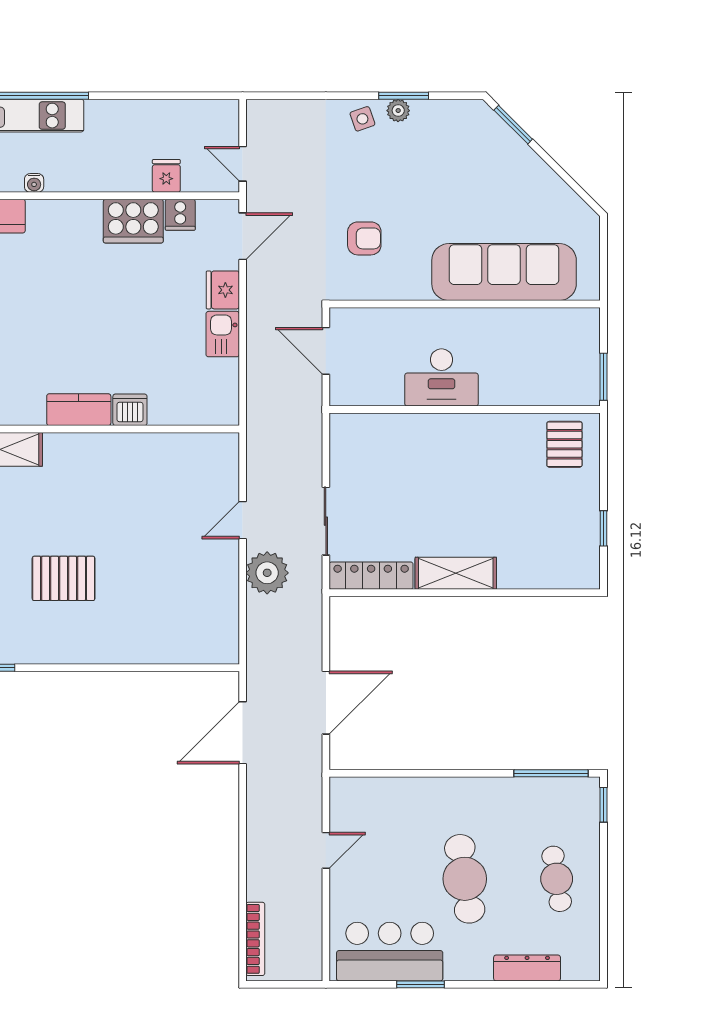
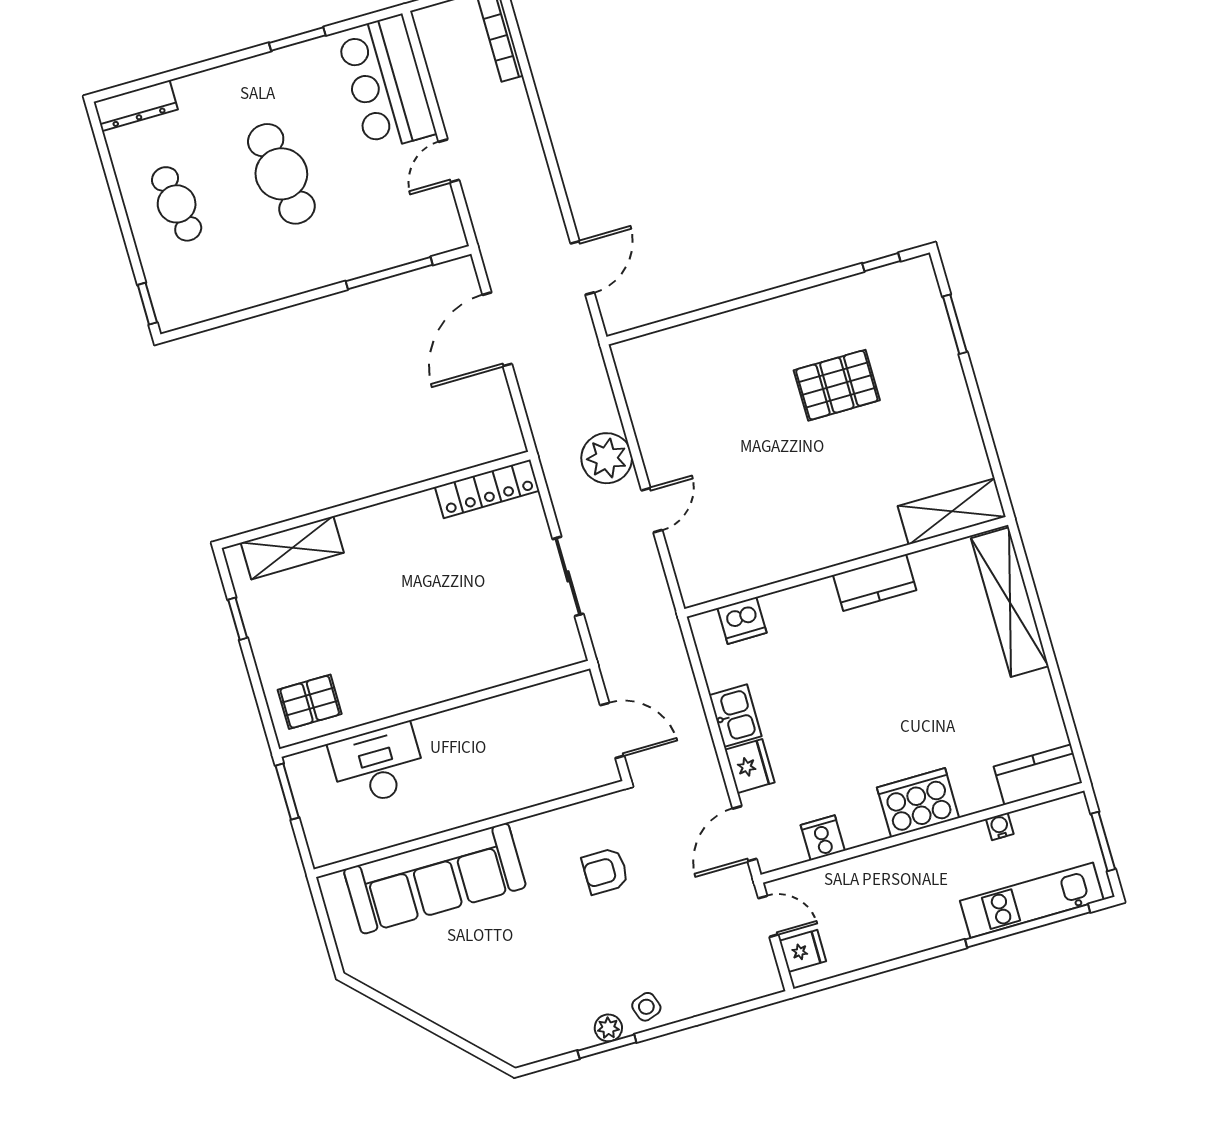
window: (513, 125) -> (473, 1050), removed
fridge: (166, 176) -> (803, 951), moved, turned -90
cooker: (133, 221) -> (918, 803), moved
desk: (441, 377) -> (378, 765), moved
dishwasher: (130, 410) -> (742, 620), moved
pallet: (564, 444) -> (310, 702), turned 90
sliding door: (326, 521) -> (568, 576), moved
shelving: (456, 573) -> (292, 548), moved
door: (243, 733) -> (582, 268), width x0.73
window: (551, 773) -> (389, 273), moved
bar counter: (390, 952) -> (386, 83), moved, turned 90
dresser: (527, 968) -> (136, 106), moved

